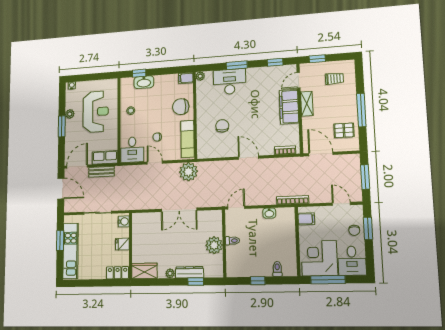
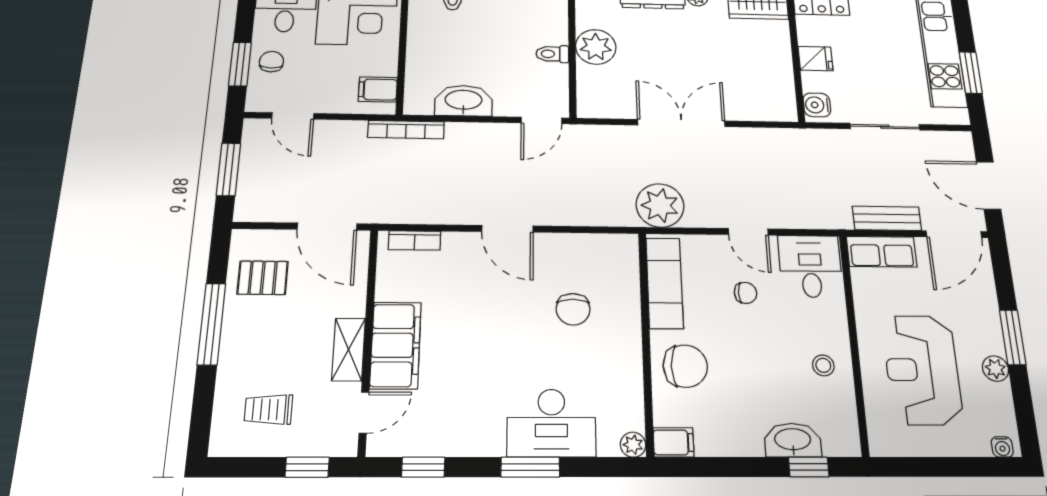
washbasin: (269, 213) -> (463, 101), width x1.91, depth x1.45

